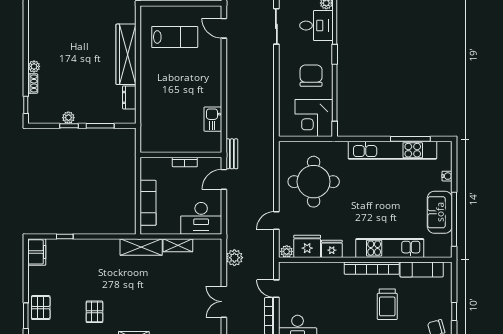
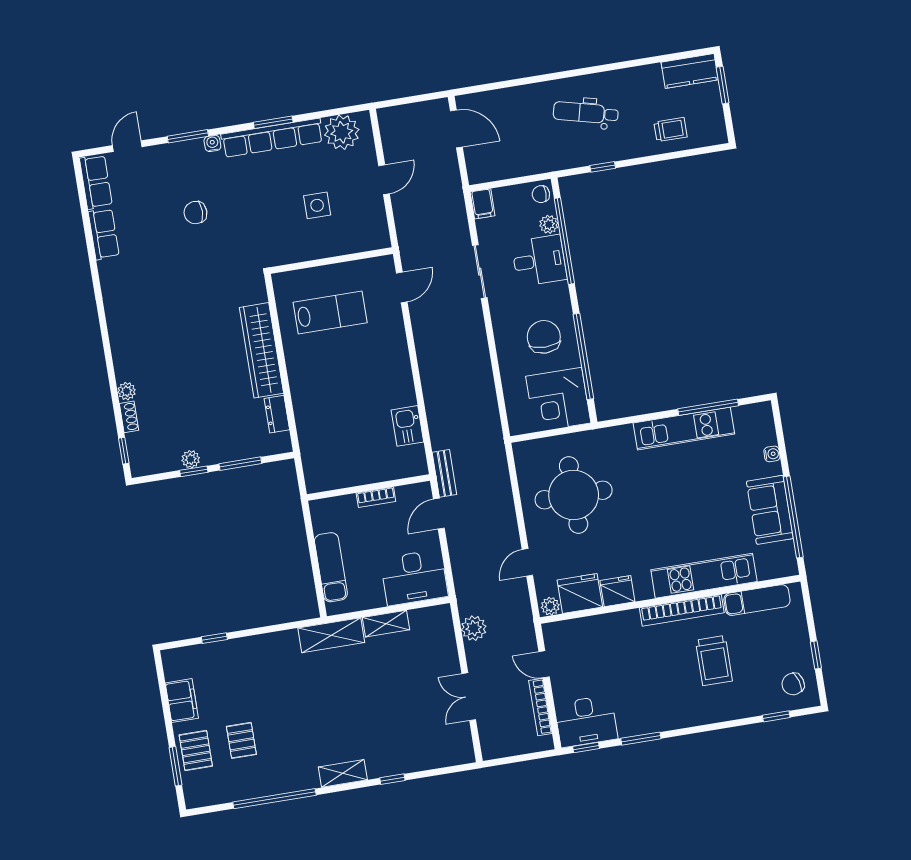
door: (224, 28) -> (402, 287), swing flipped
kitchen unit: (392, 150) -> (684, 429), width x0.73
filing cabinet: (37, 252) -> (182, 701), moved
pallet: (94, 312) -> (241, 740), moved

